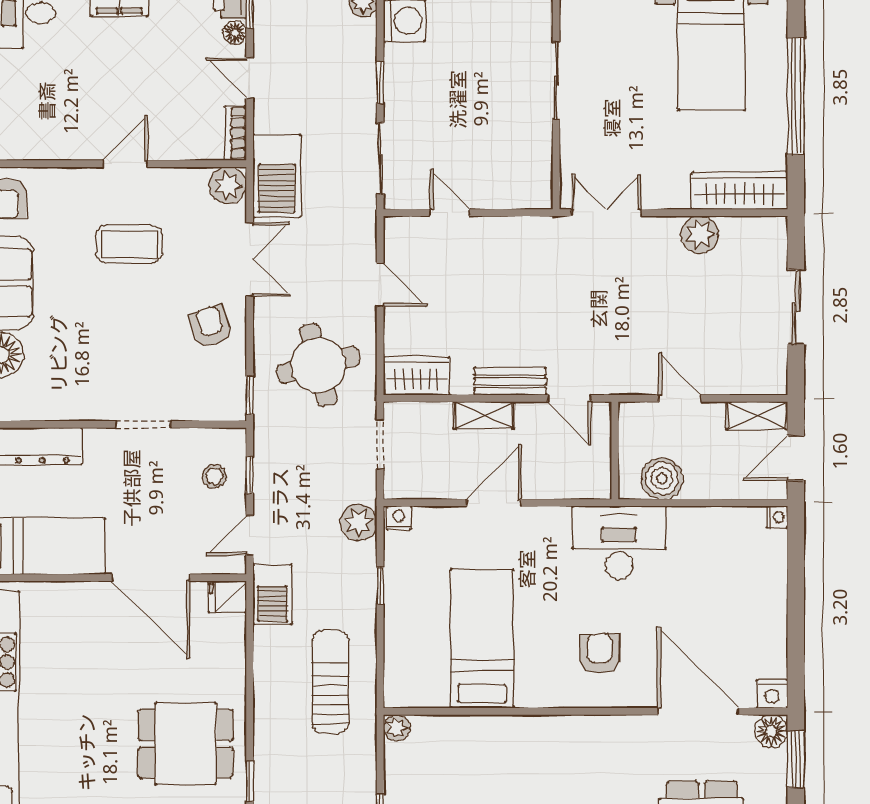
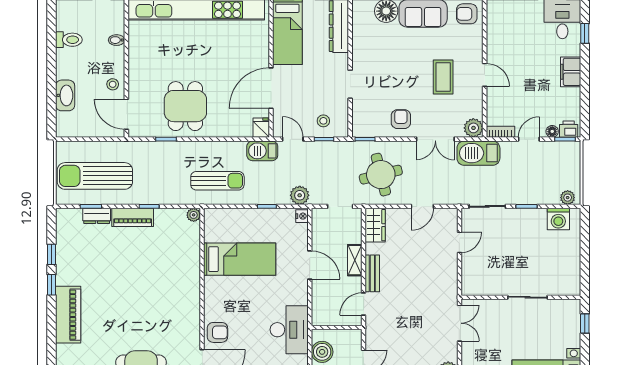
armchair: (211, 326) -> (401, 119), turned -72
armchair: (600, 654) -> (217, 332), moved

